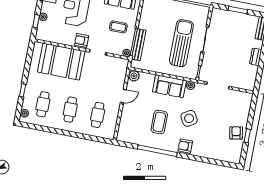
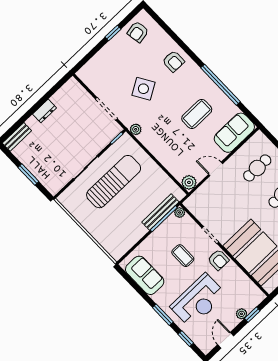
coffee table: (118, 27) -> (183, 256), moved
sun lounger: (181, 43) -> (114, 182), turned 180
sofa: (169, 86) -> (234, 133), moved, turned -90
side table: (189, 118) -> (143, 89), moved
armchair: (236, 133) -> (138, 32), moved
armchair: (185, 146) -> (173, 61), moved

